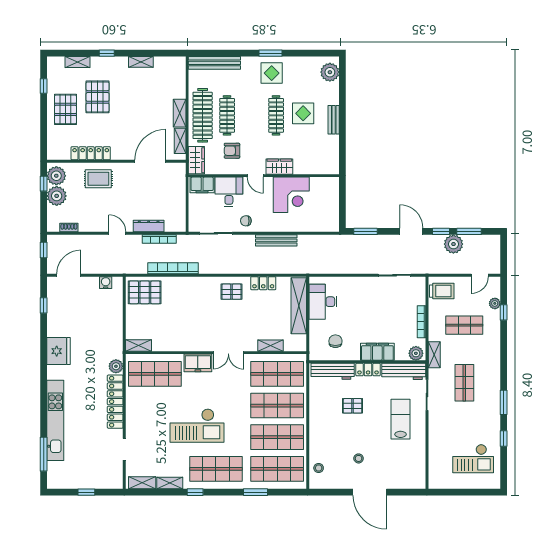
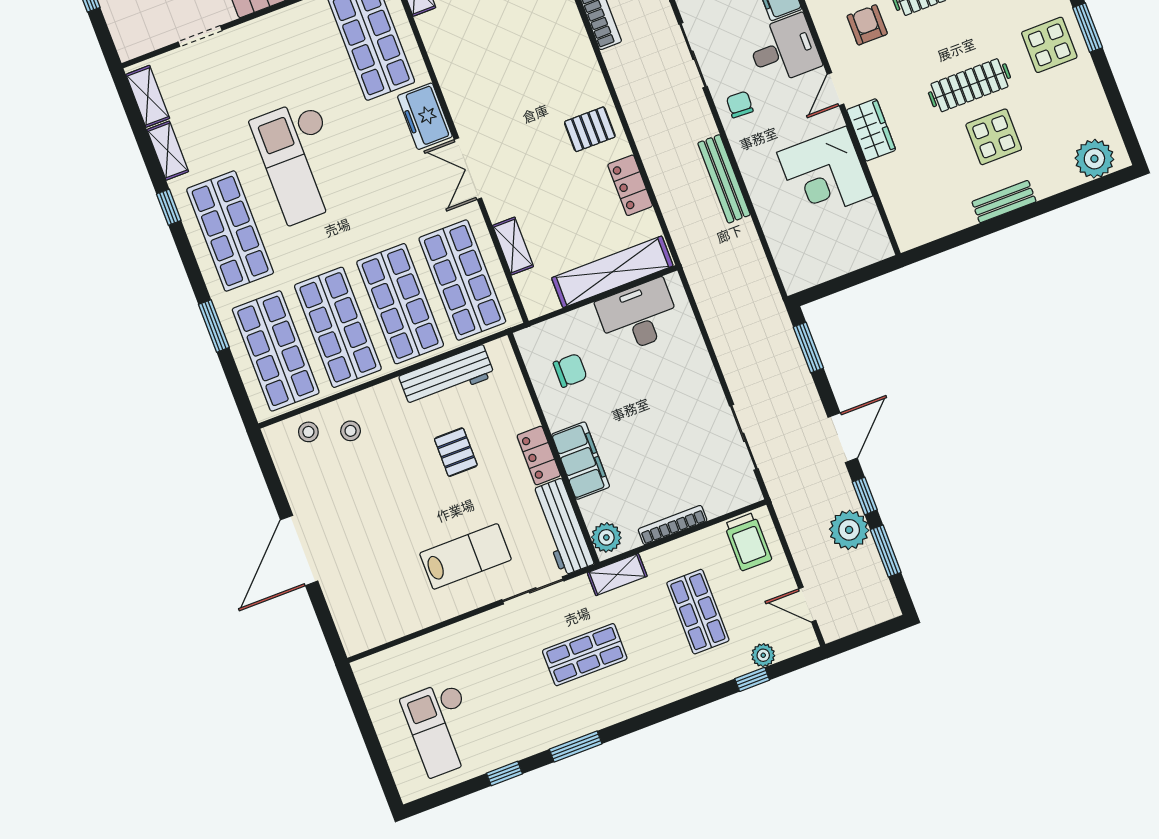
pallet: (232, 292) -> (590, 129), turned 90
workbench: (333, 371) -> (447, 376), moved, turned -90
stool: (359, 458) -> (351, 431), moved

